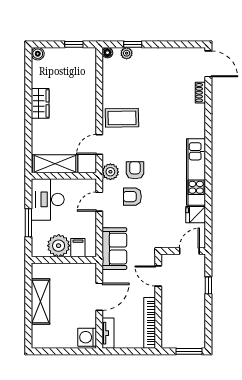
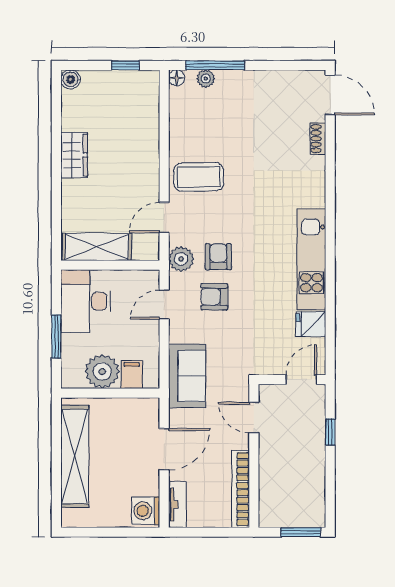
window: (133, 44) -> (215, 65), width x2.17
shelving: (41, 301) -> (75, 456), width x1.47

